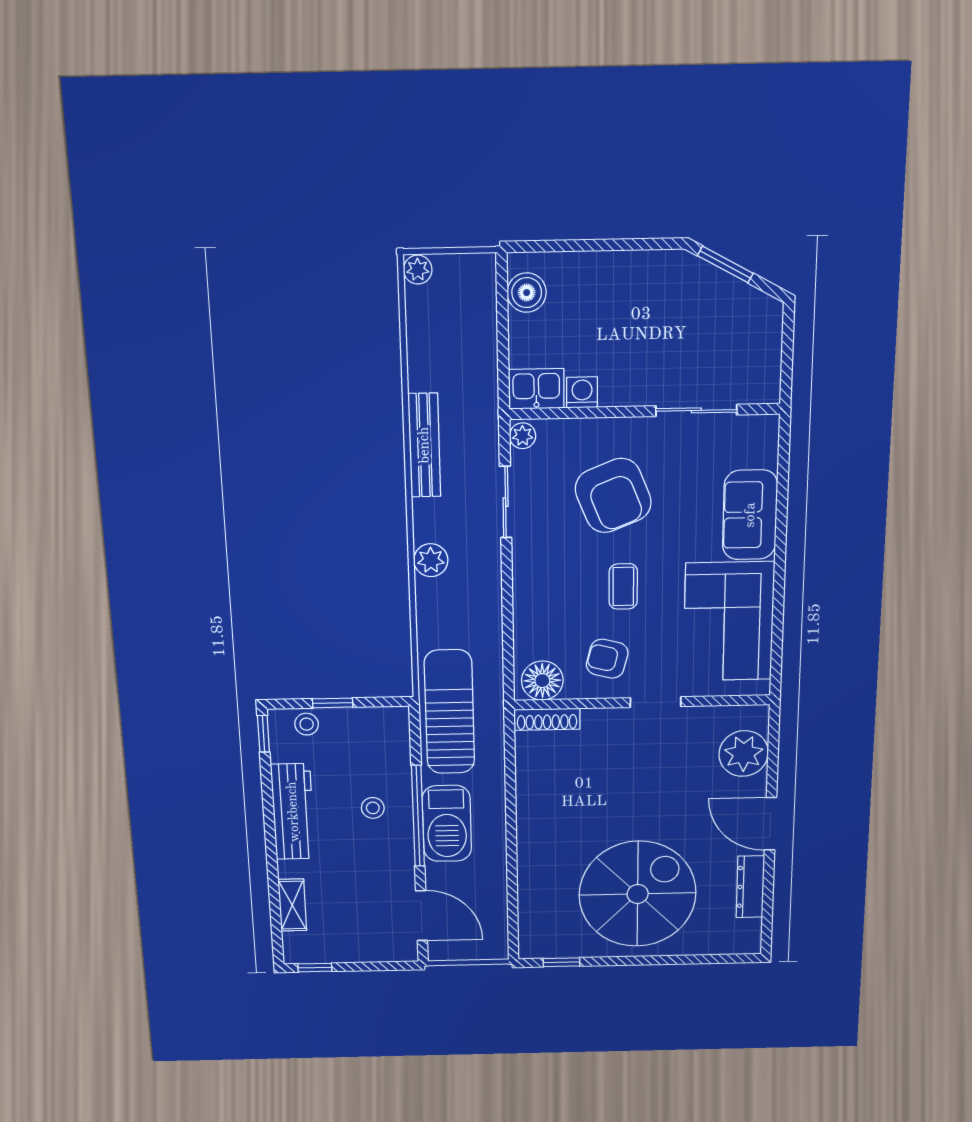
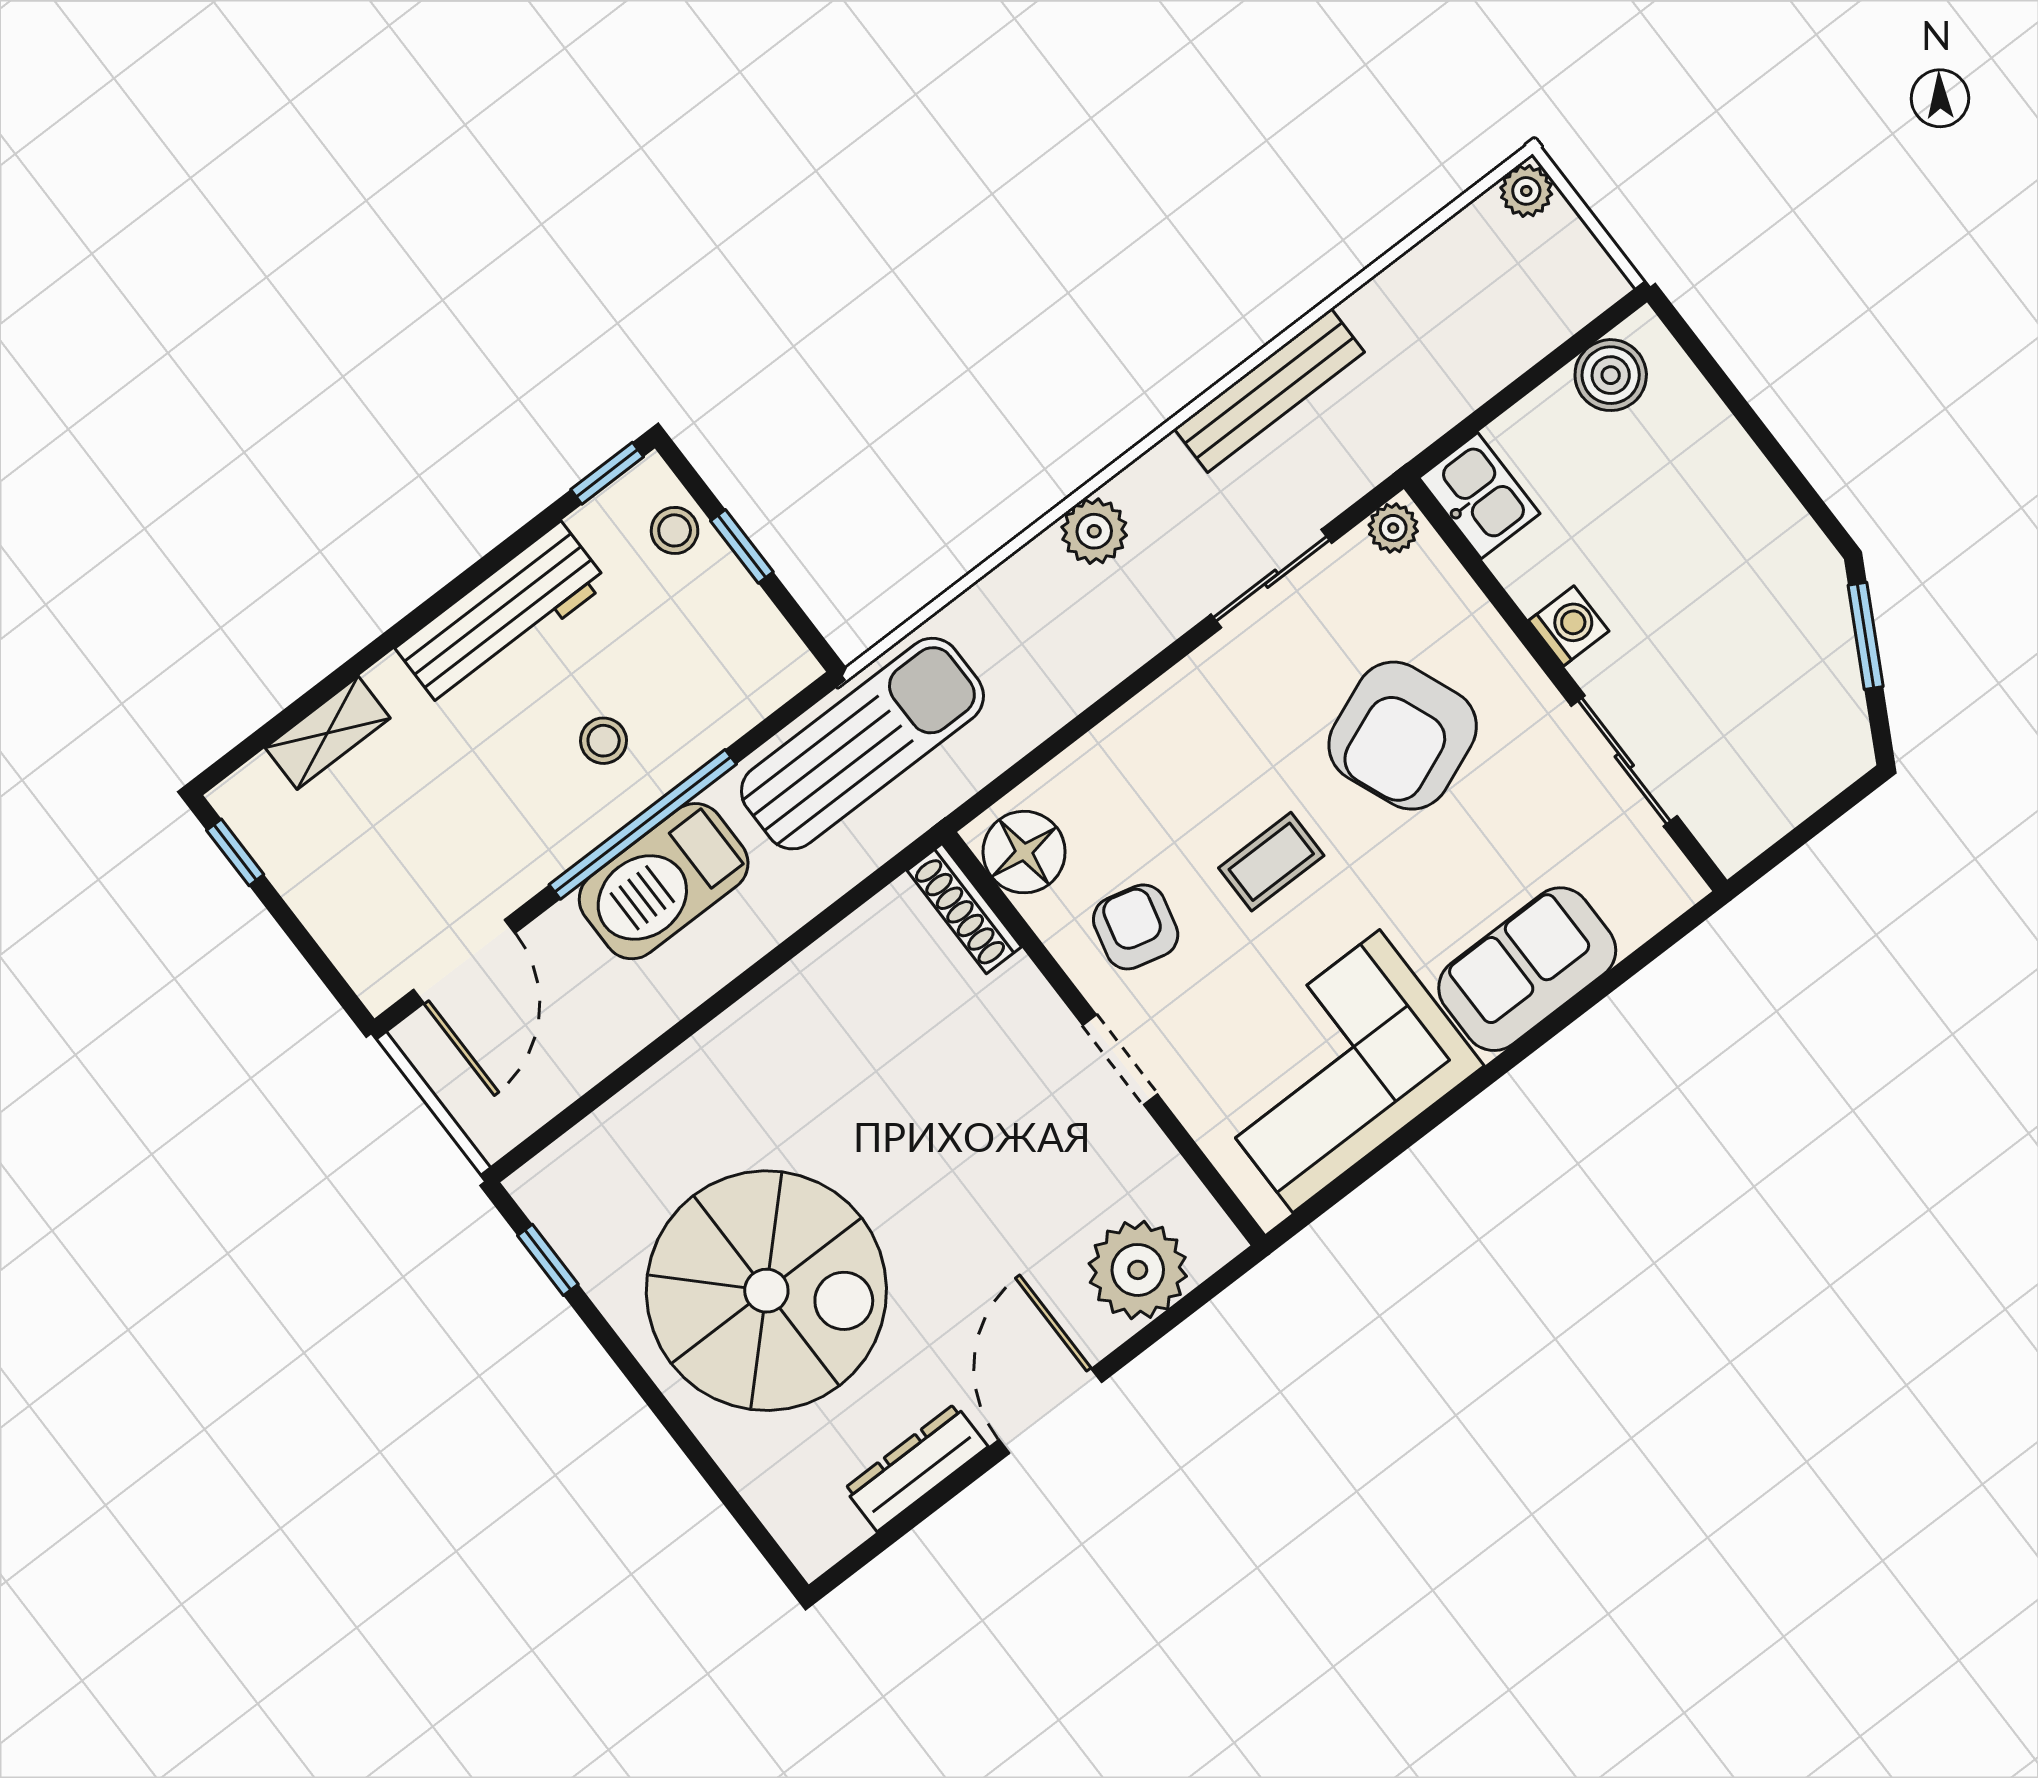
washing machine: (582, 392) -> (1569, 626), moved

